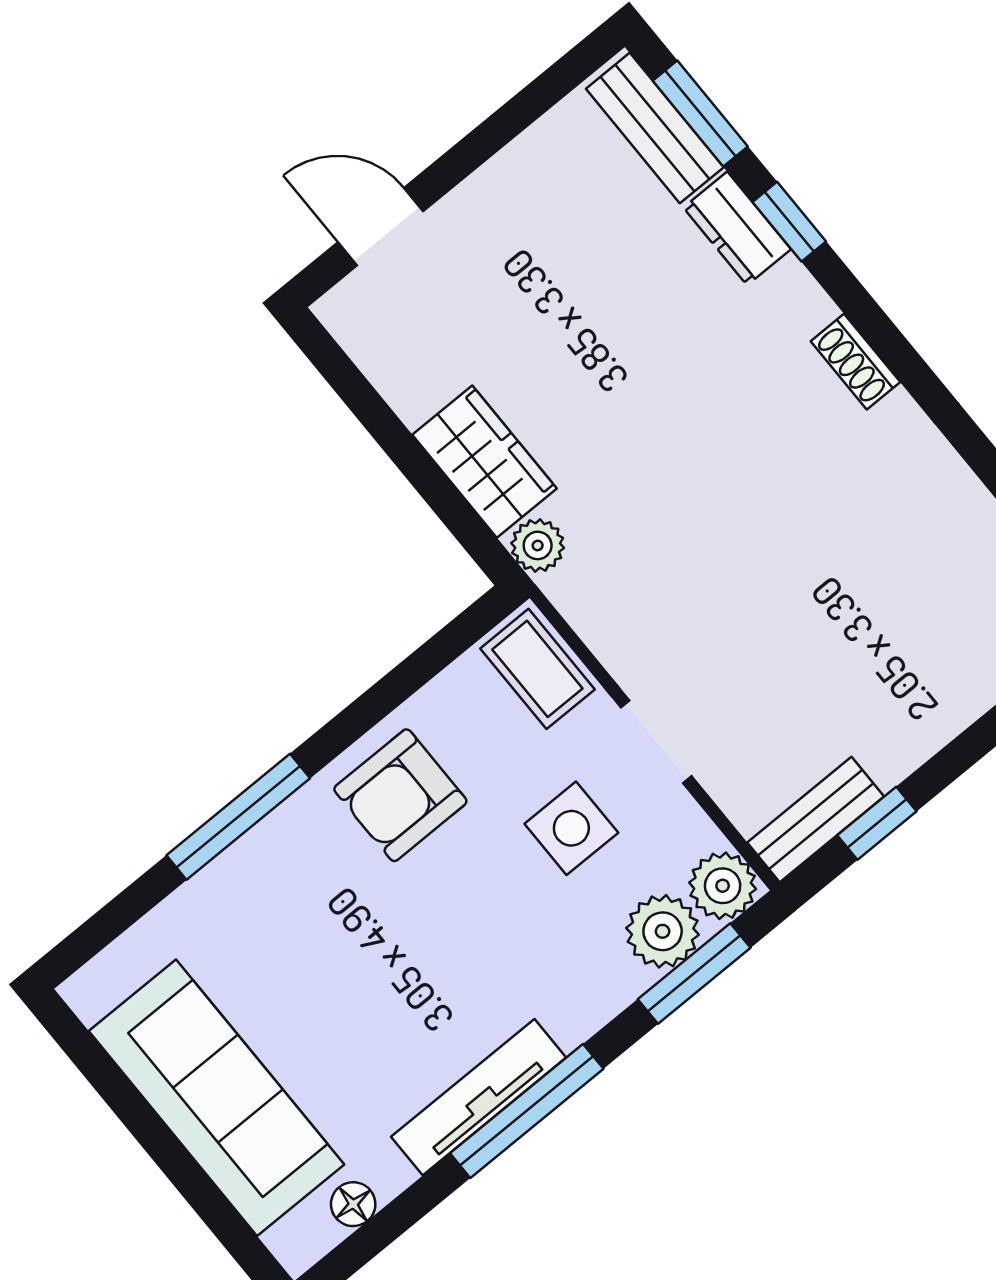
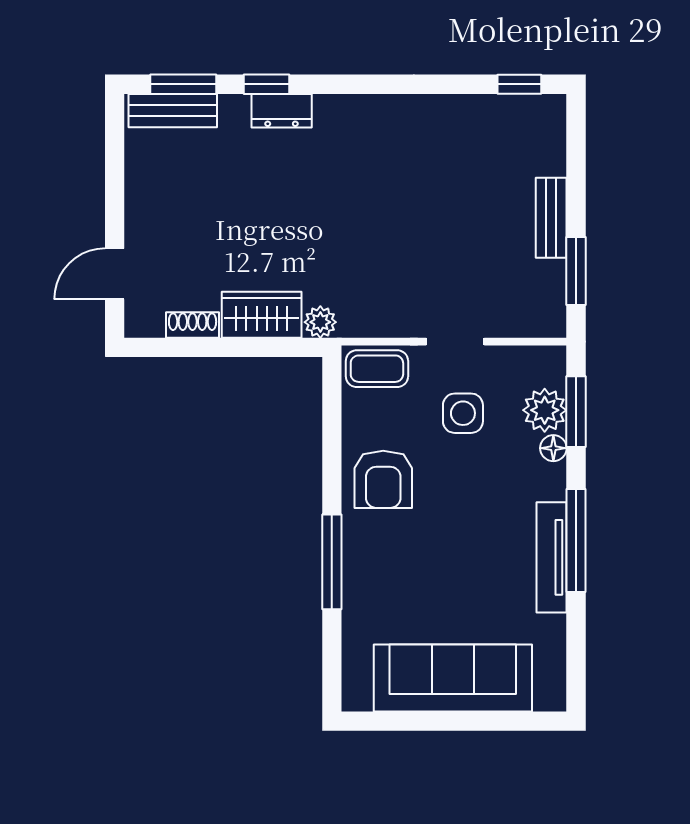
dresser: (737, 228) -> (282, 111), moved
shoe rack: (855, 362) -> (193, 325), moved, turned 180
bench: (816, 819) -> (551, 218), moved
window: (877, 823) -> (576, 271), width x1.50
plant: (723, 886) -> (546, 365), removed
floor lamp: (353, 1204) -> (553, 448), moved

